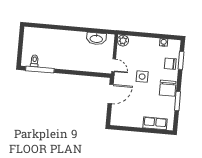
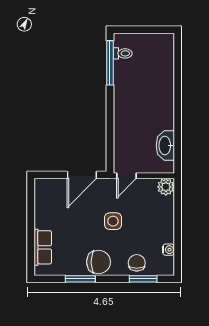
chair: (168, 88) -> (99, 262), turned 180
door: (111, 94) -> (82, 175), hinge flipped

